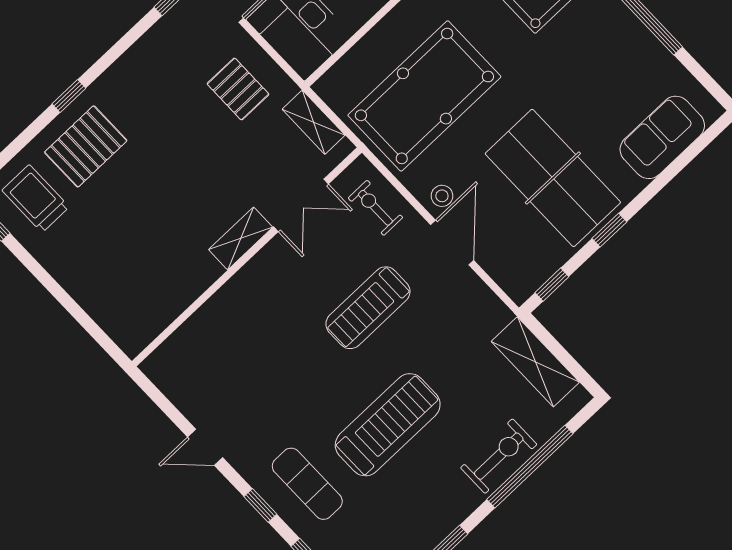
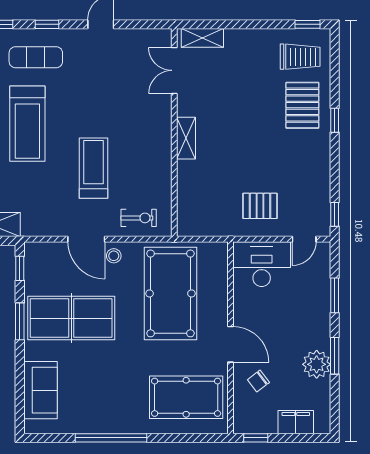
shelving: (314, 122) -> (202, 38), moved
double door: (301, 205) -> (174, 70), moved
window: (609, 230) -> (20, 321), width x1.50

